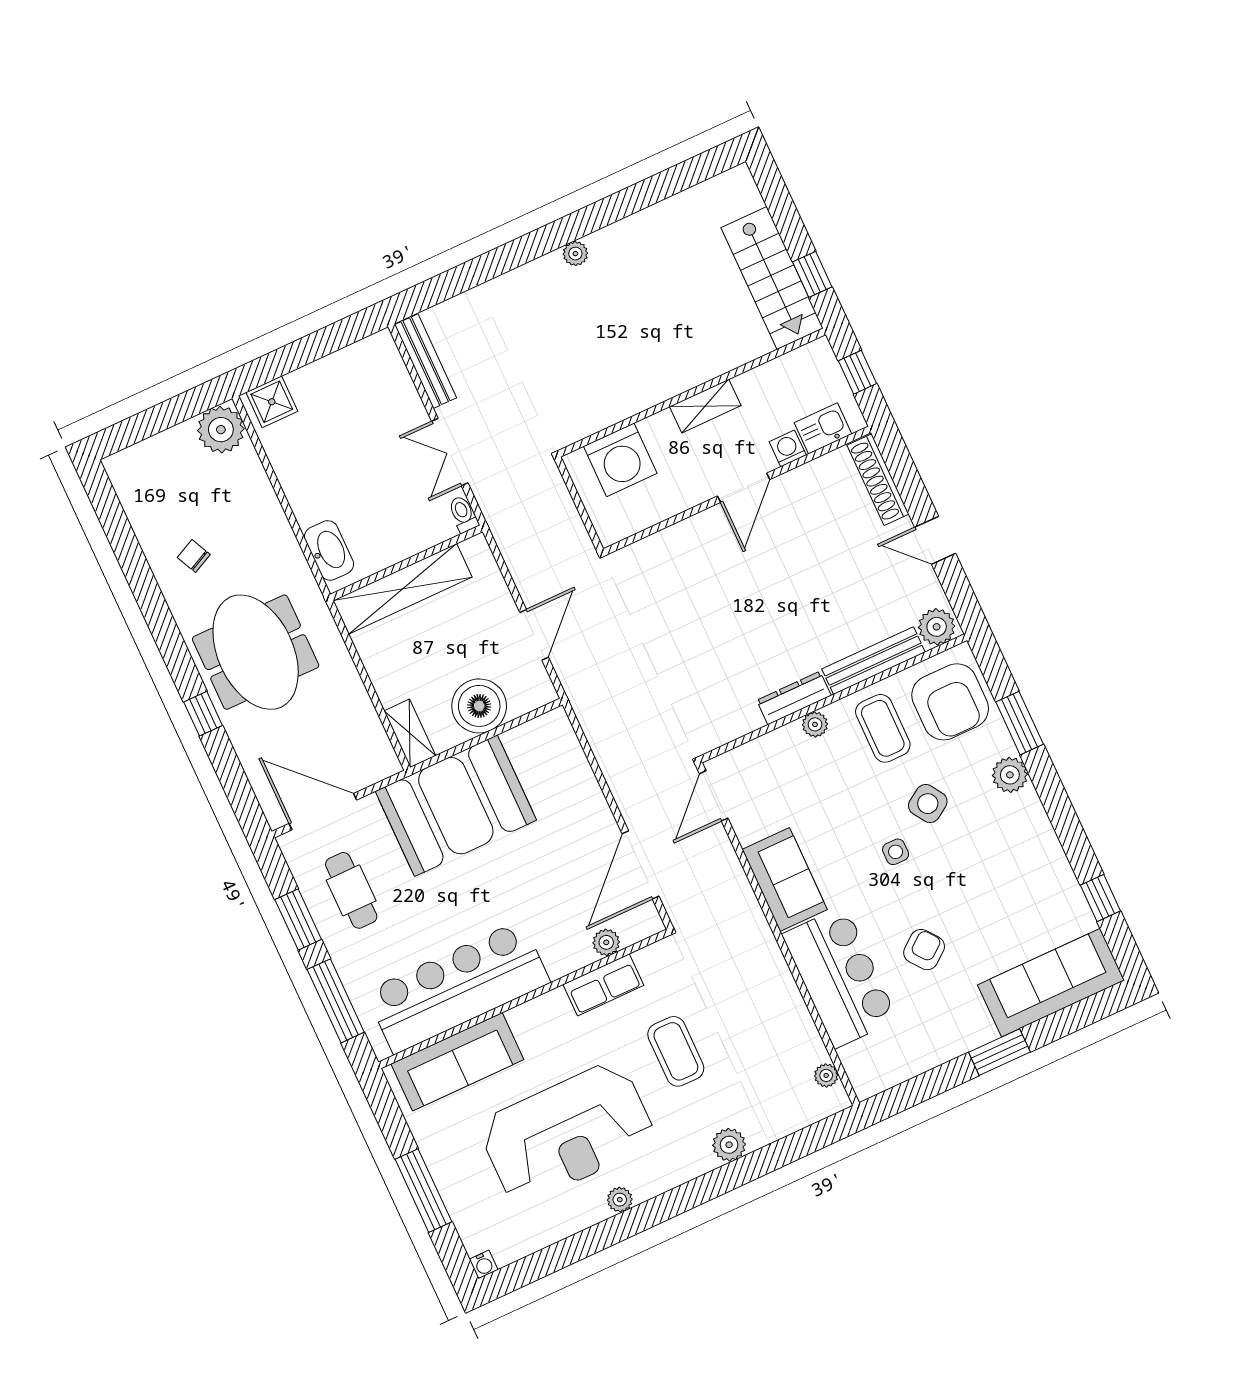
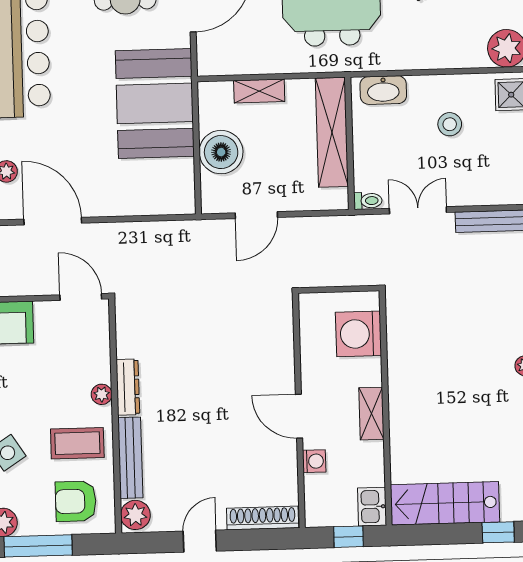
window: (812, 274) -> (498, 532), moved
kitchen sink: (823, 428) -> (372, 507), moved, turned 180
stool: (336, 458) -> (450, 124), added
door: (534, 635) -> (256, 215), hinge flipped
armchair: (950, 702) -> (76, 501), width x0.73, depth x0.73
window: (1020, 723) -> (38, 546), width x1.44
shelving: (410, 733) -> (259, 91), moved

